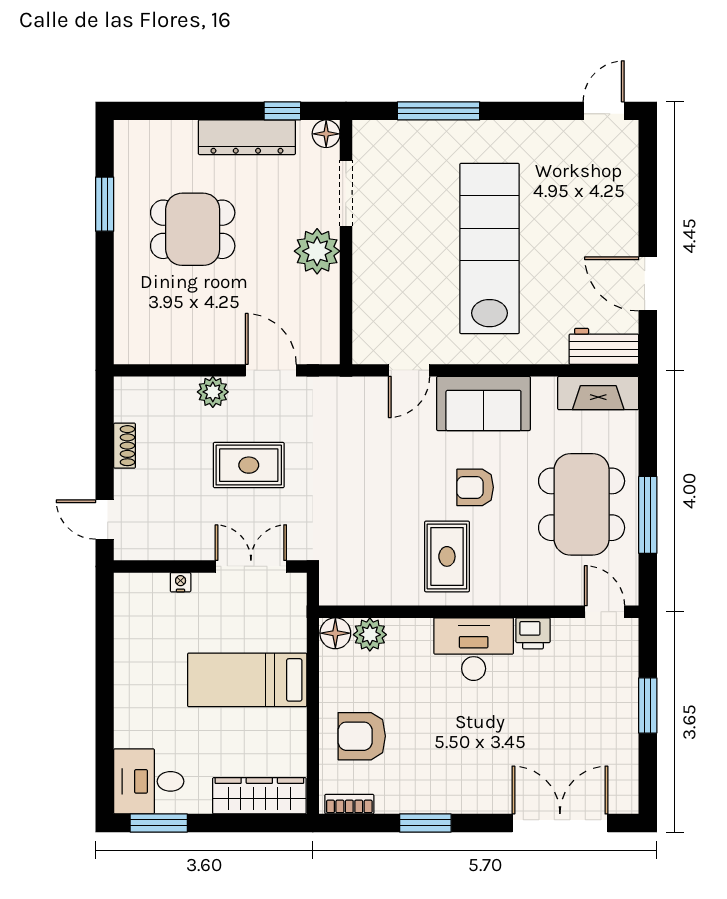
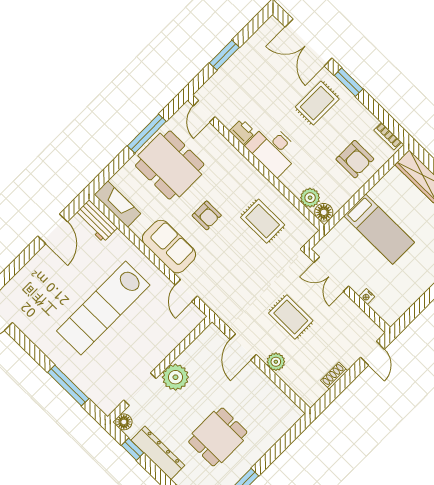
dining table: (193, 229) -> (218, 437), turned 90
door: (409, 370) -> (186, 291), swing flipped
dining table: (582, 504) -> (170, 165), turned 90
rug: (447, 556) -> (263, 221), moved, turned 90
rug: (476, 759) -> (317, 103), added
window: (425, 823) -> (349, 82), moved

